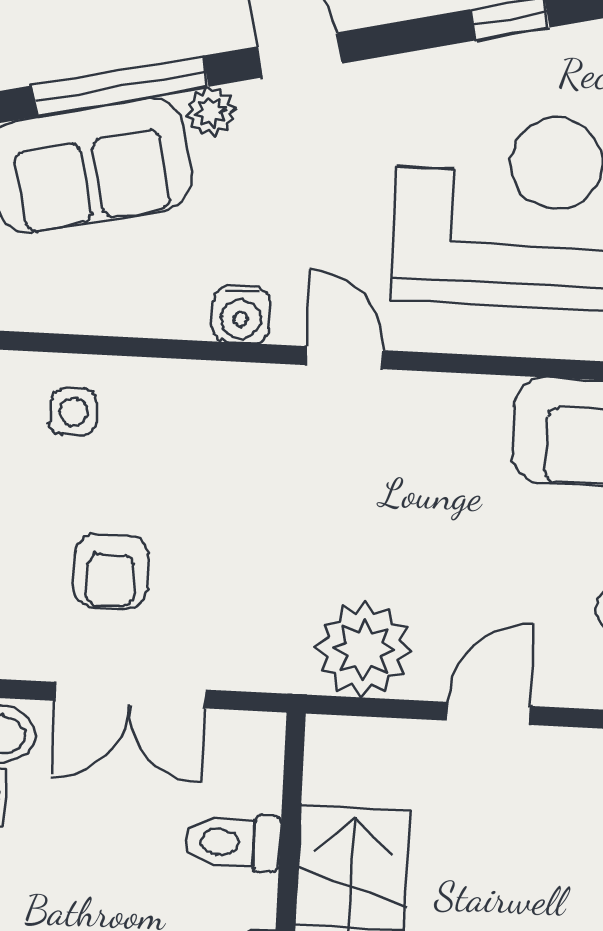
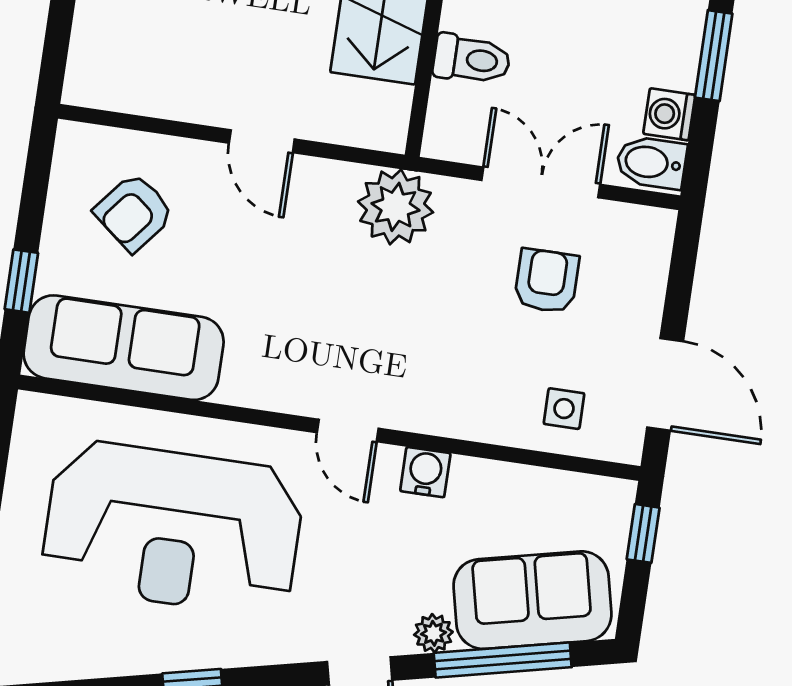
plant: (364, 649) -> (396, 207), moved
door: (488, 713) -> (262, 141), hinge flipped

